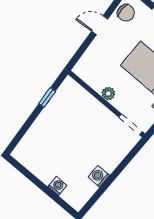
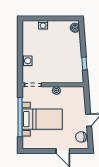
boiler: (22, 150) -> (75, 28), added
washing machine: (99, 176) -> (27, 61), moved

